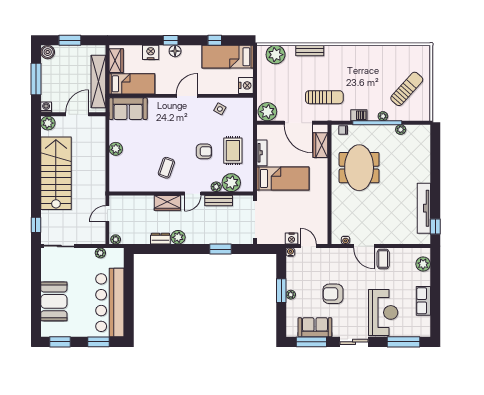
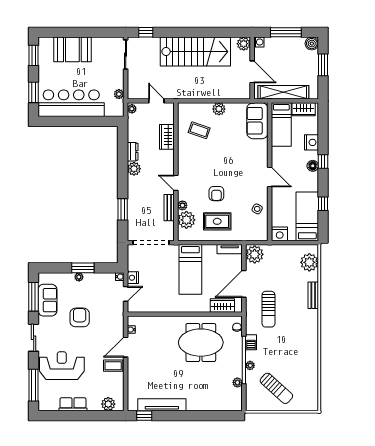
tv unit: (262, 153) -> (230, 249), moved
coffee table: (166, 168) -> (199, 130), moved
wardrobe: (167, 203) -> (167, 137), moved
reception desk: (383, 312) -> (62, 366), turned 180

